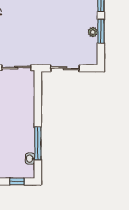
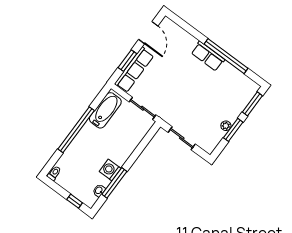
washing machine: (27, 136) -> (110, 170), added

